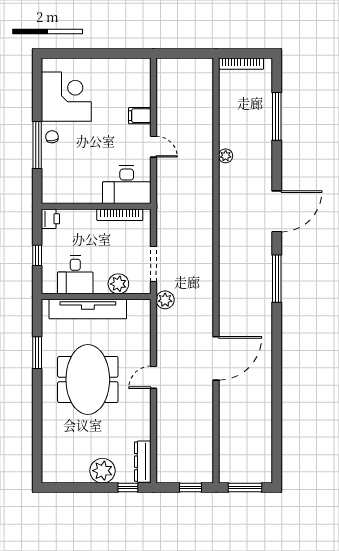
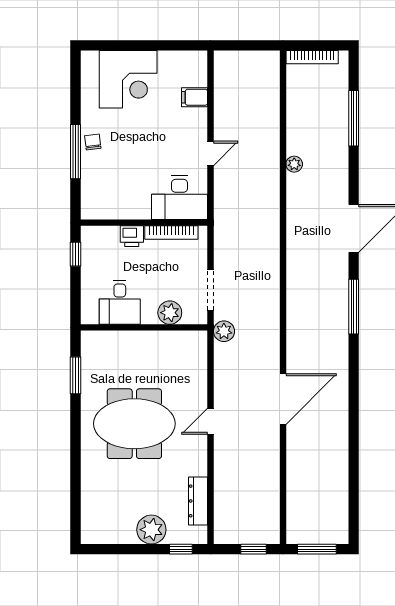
corner desk: (66, 97) -> (128, 79), moved, turned 90
filing cabinet: (140, 116) -> (195, 97), moved
door: (153, 147) -> (211, 153), hinge flipped
printer: (50, 219) -> (132, 236), moved, turned 90
window: (37, 255) -> (76, 254), moved
tv unit: (88, 309) -> (134, 342), removed
window: (37, 353) -> (76, 375), moved
meeting table: (88, 379) -> (134, 424), turned 90
dresser: (143, 462) -> (198, 501), moved

